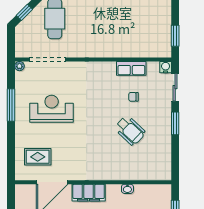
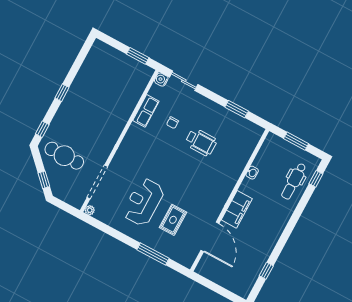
window: (11, 105) -> (153, 254), moved
window: (175, 123) -> (237, 109), moved
wheelchair: (130, 130) -> (201, 142), turned 47
rug: (38, 157) -> (173, 220), moved

